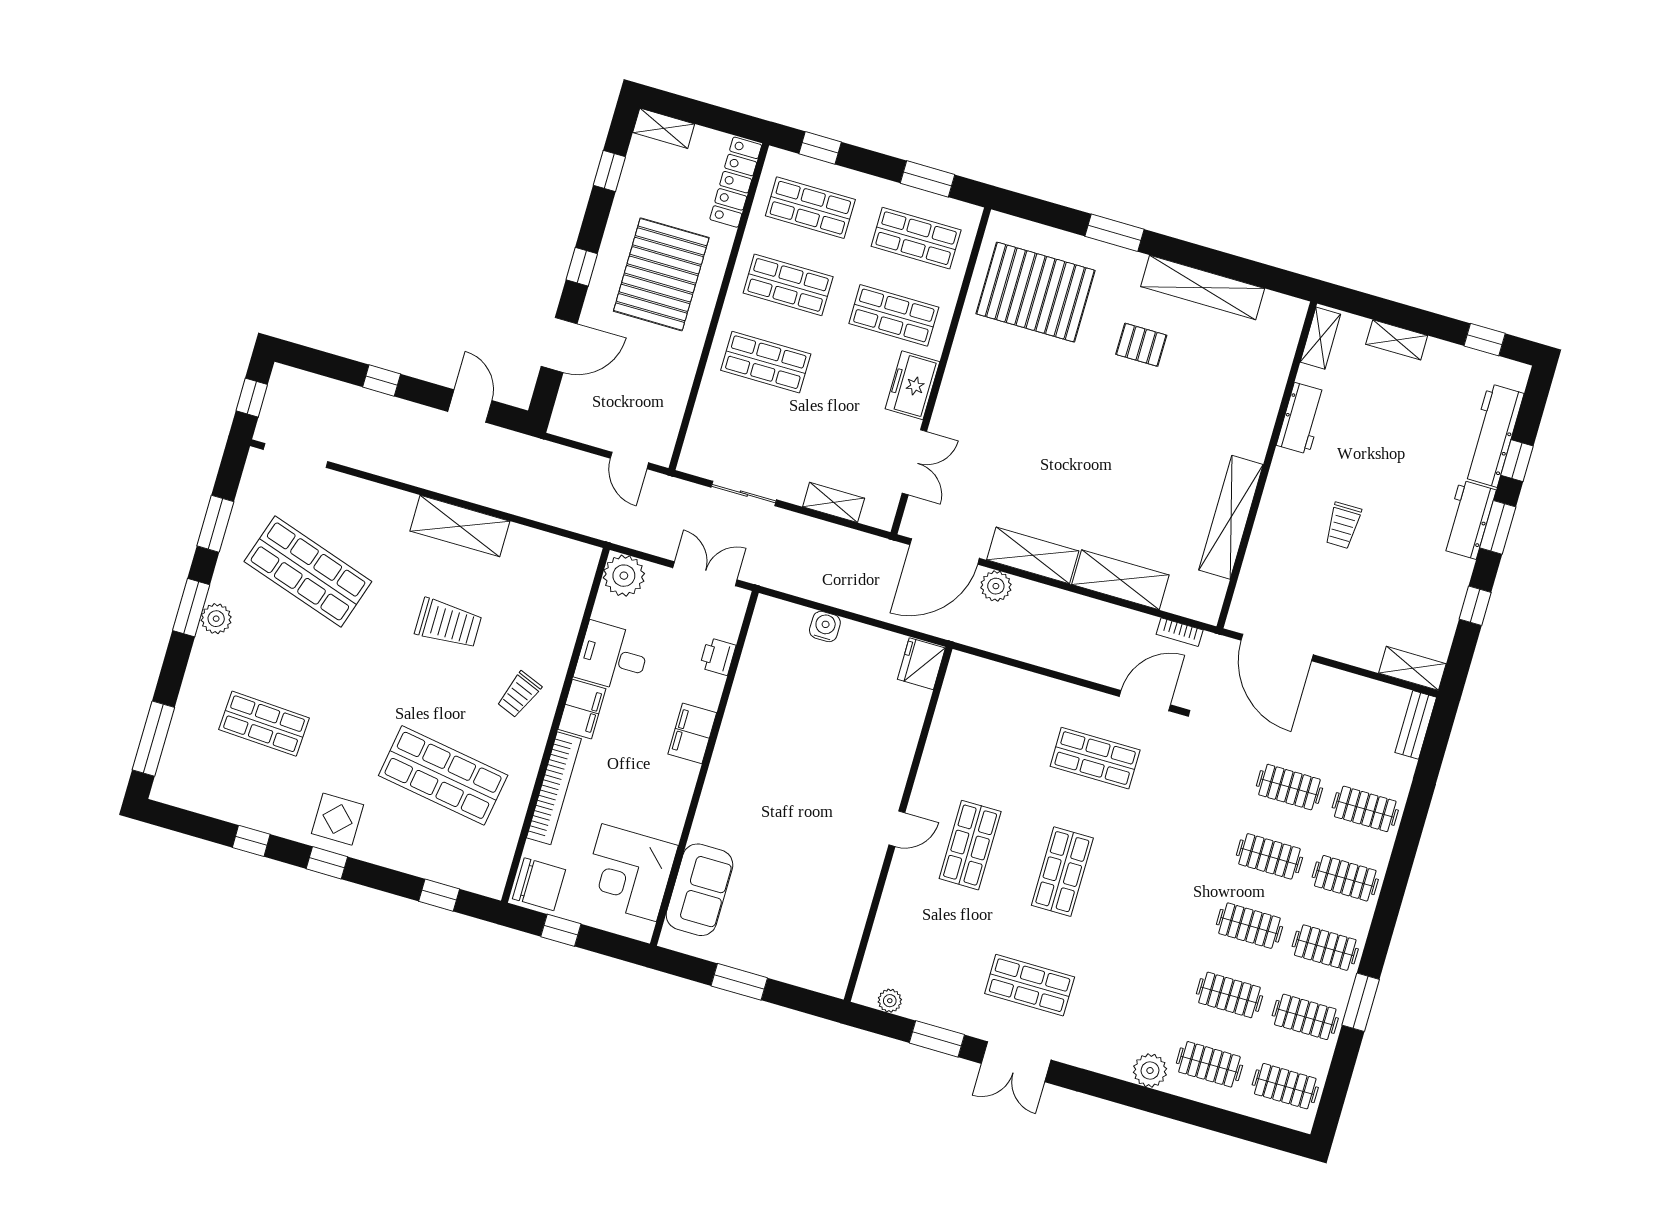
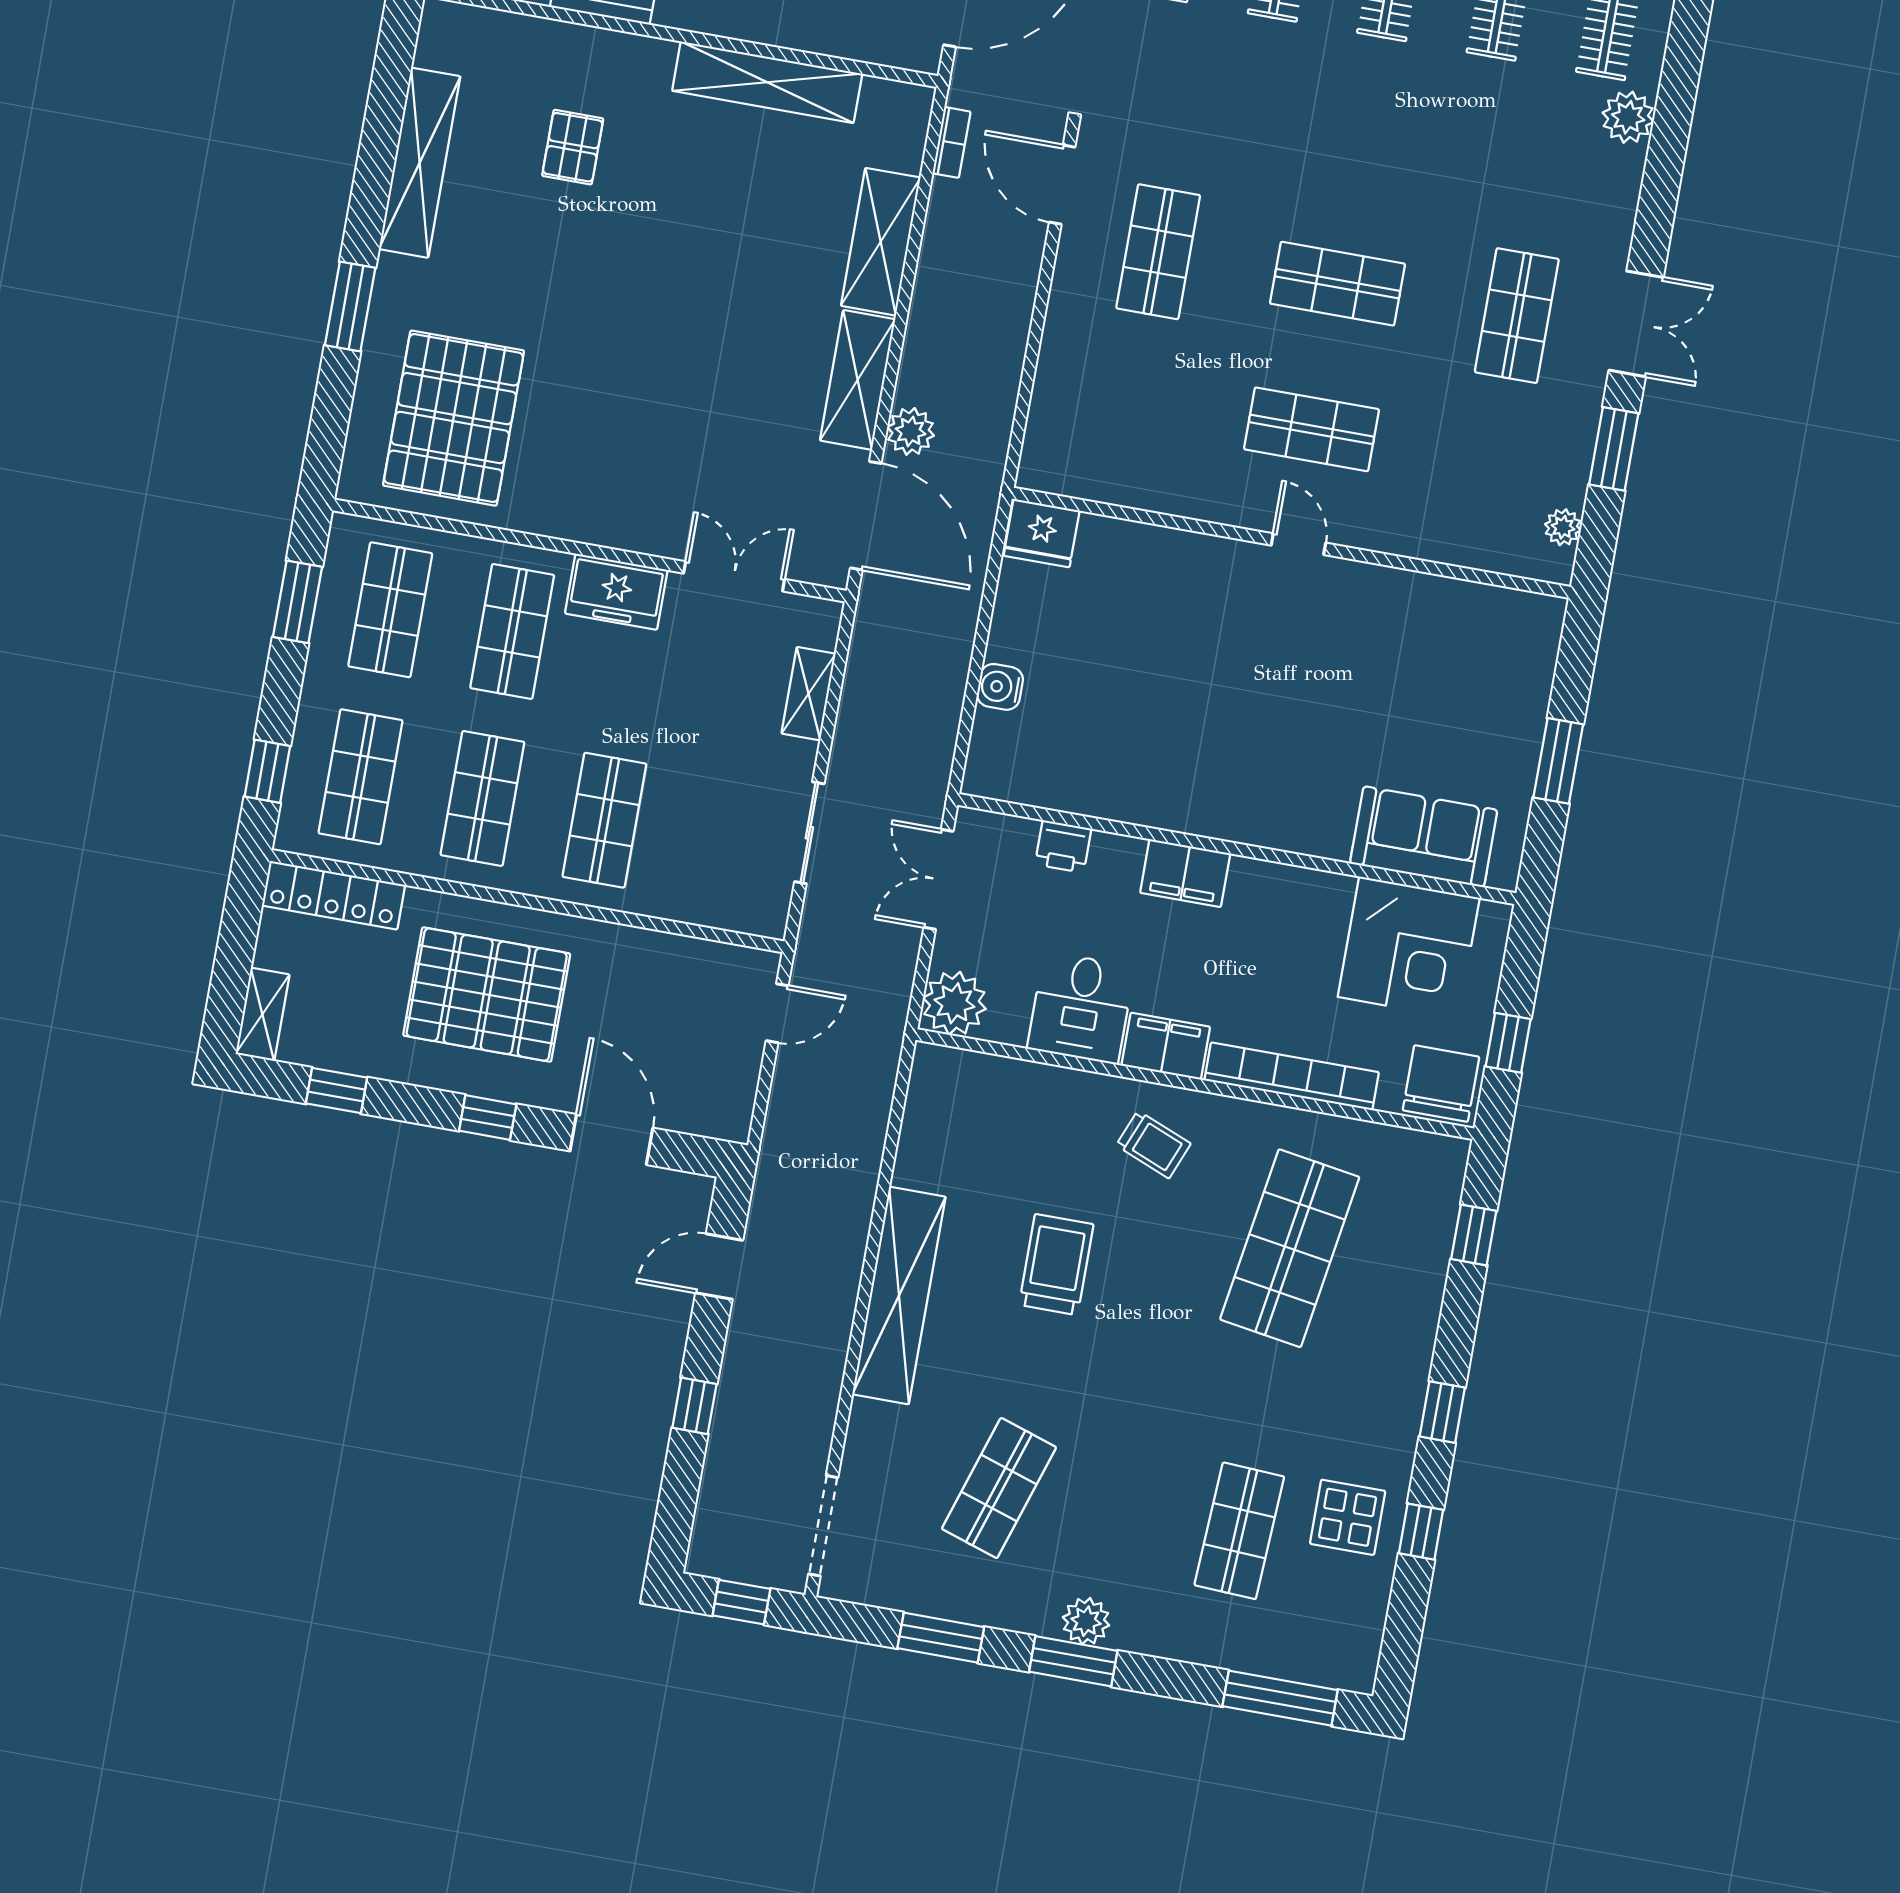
pallet: (1141, 345) -> (573, 147), moved
shelving: (460, 526) -> (899, 1296), width x1.47
shop shelf: (308, 571) -> (999, 1488), width x0.70, depth x0.74
display table: (338, 819) -> (1348, 1517), moved

